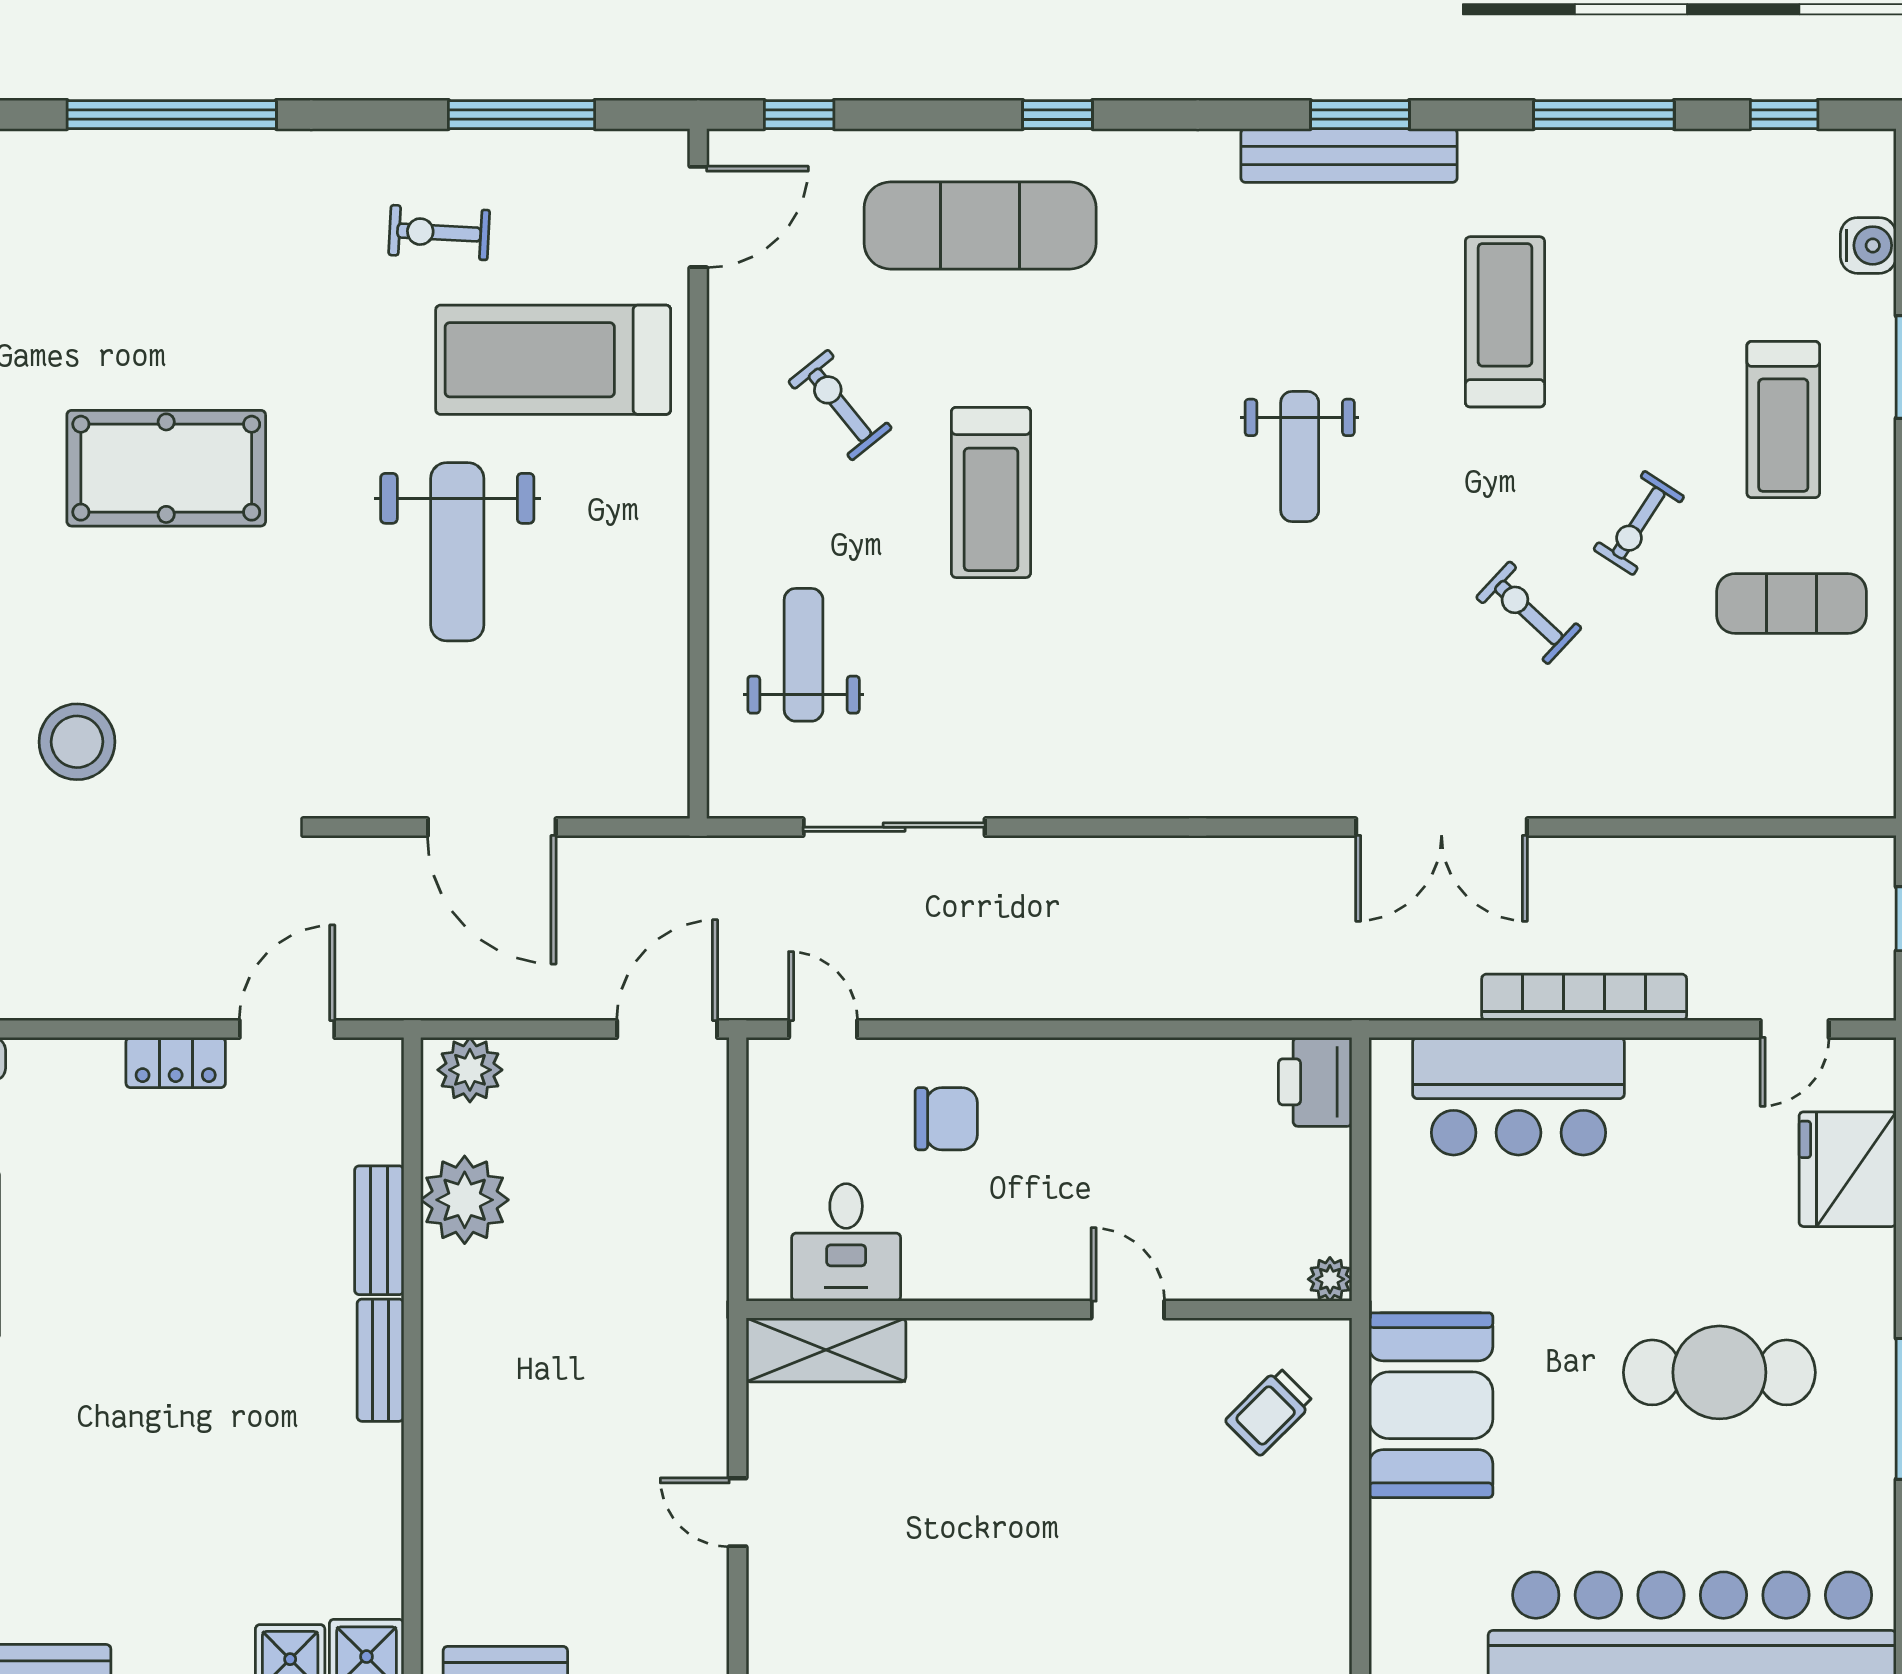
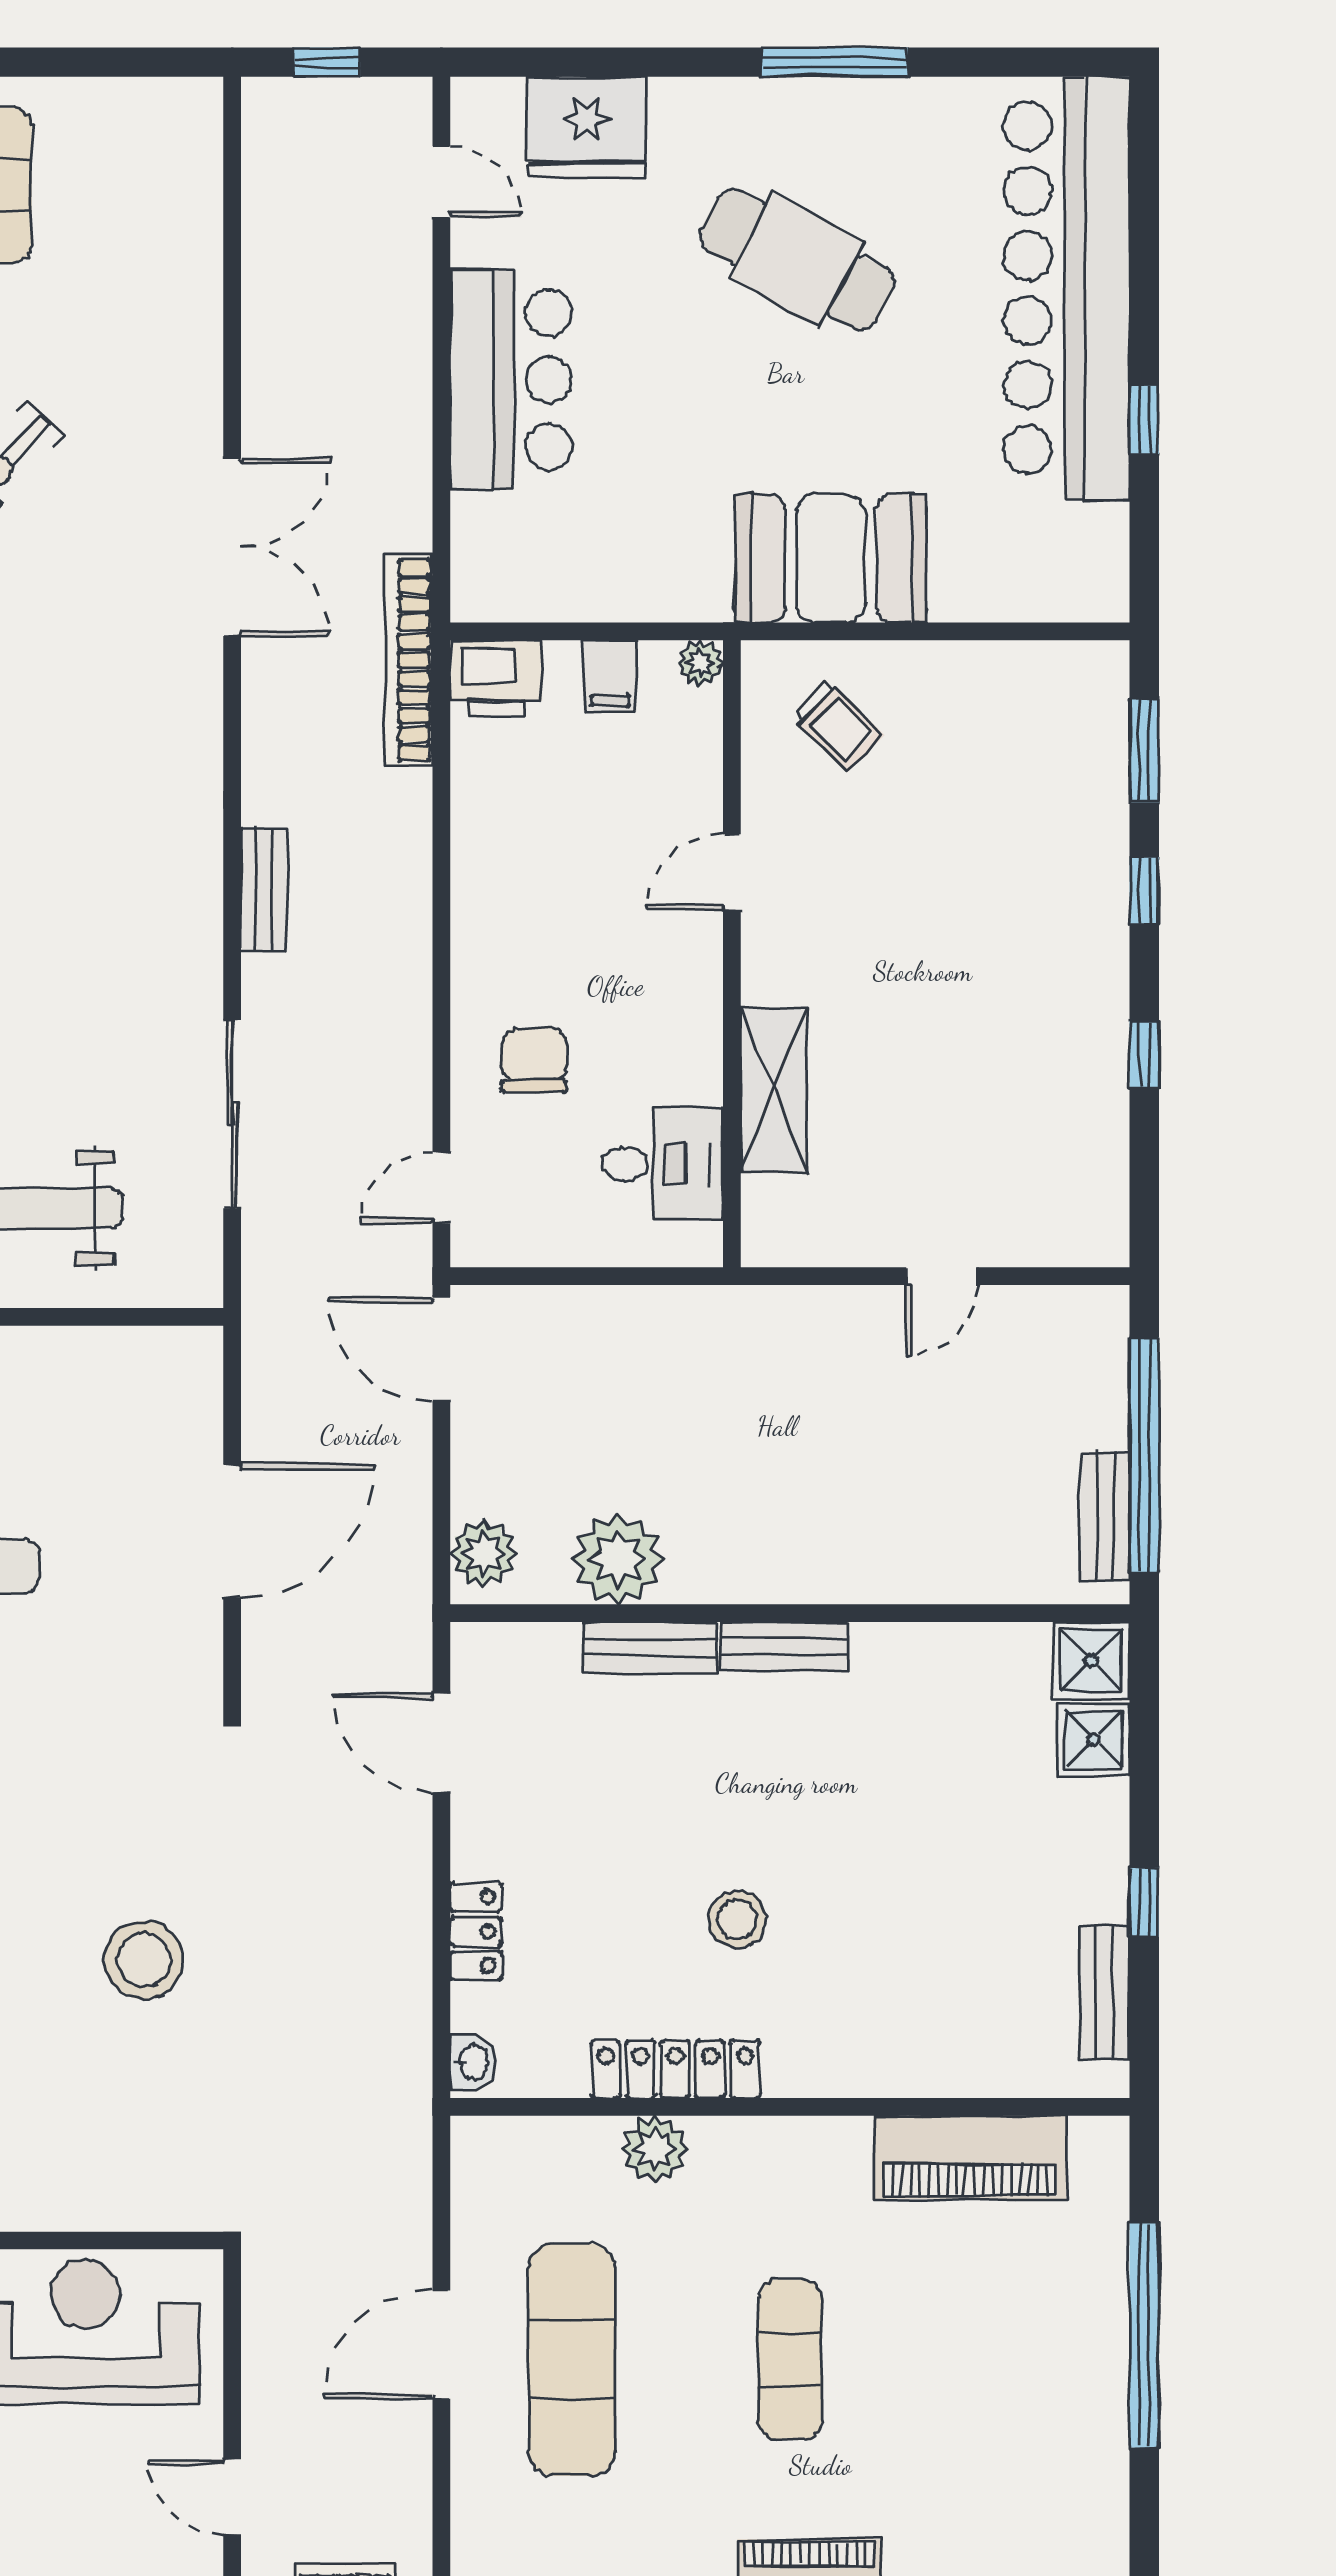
bench: (1111, 858) -> (264, 889), added
bookcase: (1584, 997) -> (409, 660), moved
locker: (176, 1063) -> (476, 1931), moved
bar counter: (1518, 1096) -> (511, 380), moved
filing cabinet: (1317, 1192) -> (610, 676), added
stool: (116, 1315) -> (737, 1919), added
shelving: (826, 1350) -> (774, 1091), moved
cafe table: (1719, 1372) -> (797, 260), turned -62

